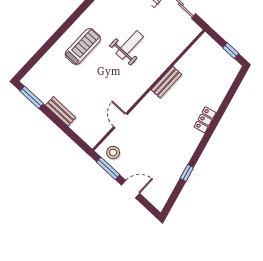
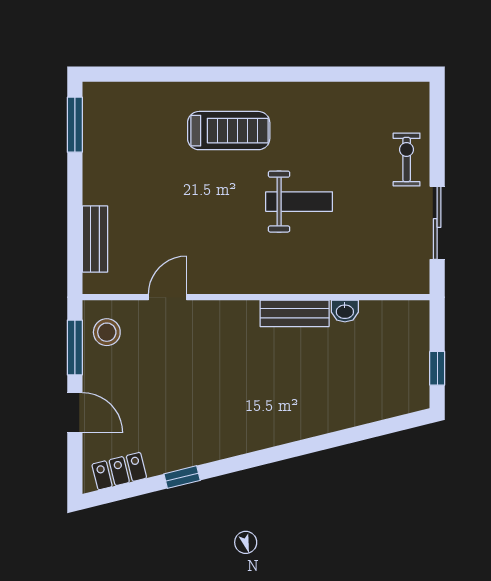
washbasin: (182, 64) -> (345, 311), added
bench: (61, 111) -> (95, 239), moved
locker: (205, 120) -> (119, 471), moved

